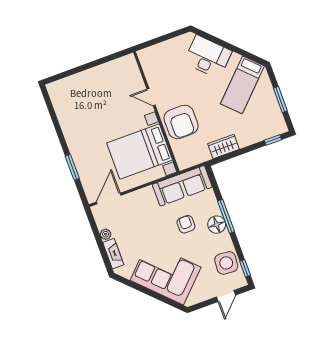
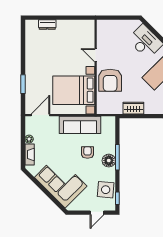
dresser: (75, 80) -> (47, 25), added
sofa: (182, 186) -> (80, 125), moved

